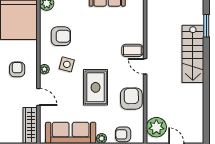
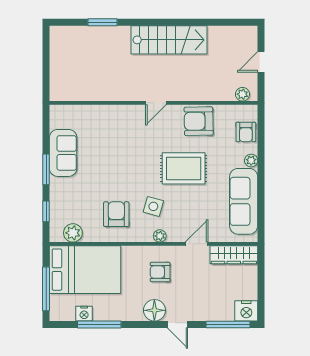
coffee table: (132, 50) -> (135, 120), removed
stairs: (193, 54) -> (169, 40), moved
plant: (156, 127) -> (242, 94), width x0.53, depth x0.53

